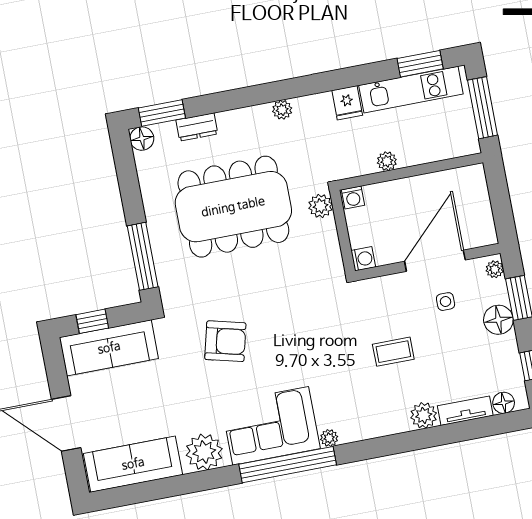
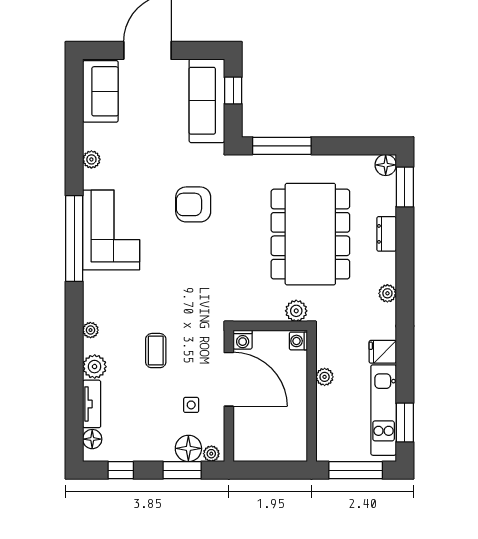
dresser: (197, 127) -> (387, 234), moved
door: (435, 261) -> (229, 379), moved
floor lamp: (498, 320) -> (188, 448), moved
armchair: (225, 341) -> (193, 204), turned 76
plant: (329, 438) -> (90, 330), moved
plant: (204, 452) -> (91, 159), width x0.53, depth x0.53
sofa: (133, 464) -> (100, 91), width x0.73

